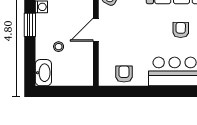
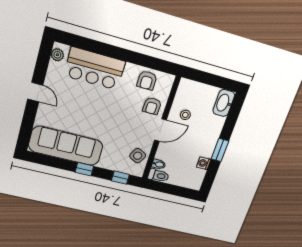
armchair: (181, 30) -> (152, 106), moved
stool: (59, 47) -> (185, 115), moved

